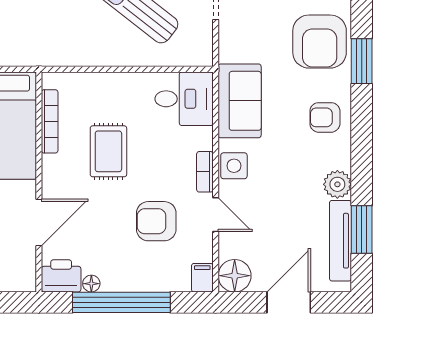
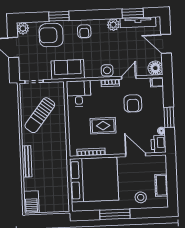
armchair: (320, 42) -> (51, 35), turned 180
sofa: (240, 101) -> (68, 70), moved
window: (121, 302) -> (169, 117), width x0.47

